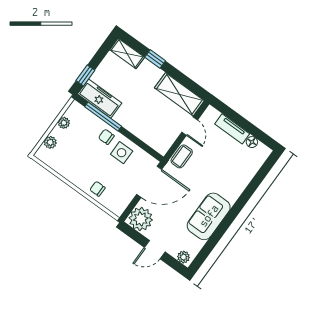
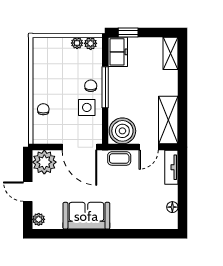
window: (155, 59) -> (183, 80), removed
freezer: (100, 99) -> (118, 52), width x0.71
window: (103, 117) -> (105, 87), moved
tv unit: (232, 129) -> (171, 167), moved
boiler: (161, 138) -> (122, 131), added
plant: (50, 142) -> (91, 43), moved

